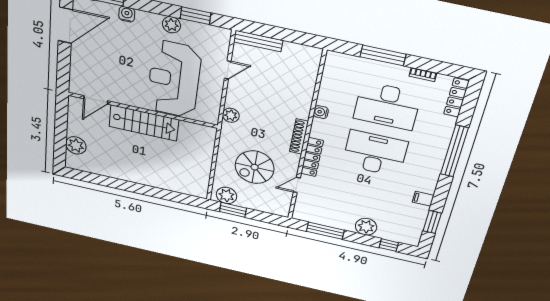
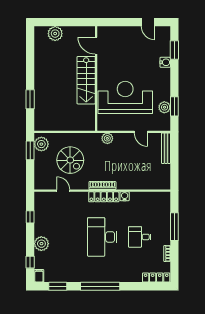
door: (65, 25) -> (148, 22), width x0.53
plant: (171, 25) -> (164, 107), moved
desk: (387, 106) -> (140, 237), width x0.53, depth x0.77
window: (454, 151) -> (100, 286), moved
desk: (375, 153) -> (102, 237), turned 180
locker: (312, 157) -> (104, 197), moved
spiral stairs: (255, 167) -> (70, 160), turned 180
window: (163, 194) -> (30, 99), added
filing cabinet: (423, 199) -> (39, 276), moved
window: (325, 231) -> (30, 217), width x0.46

